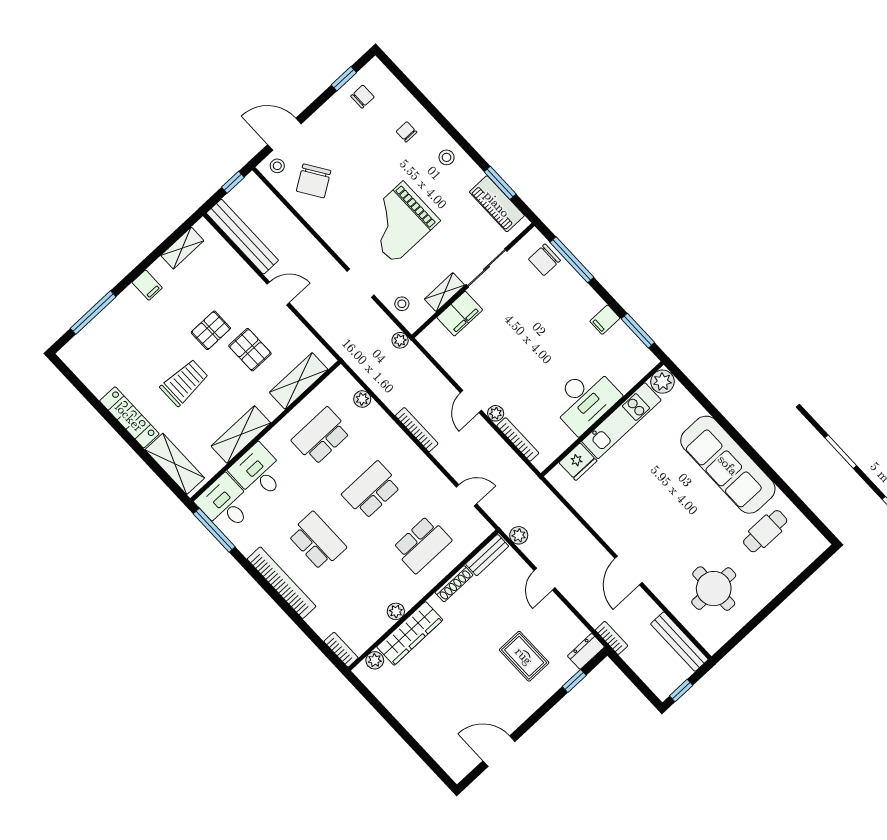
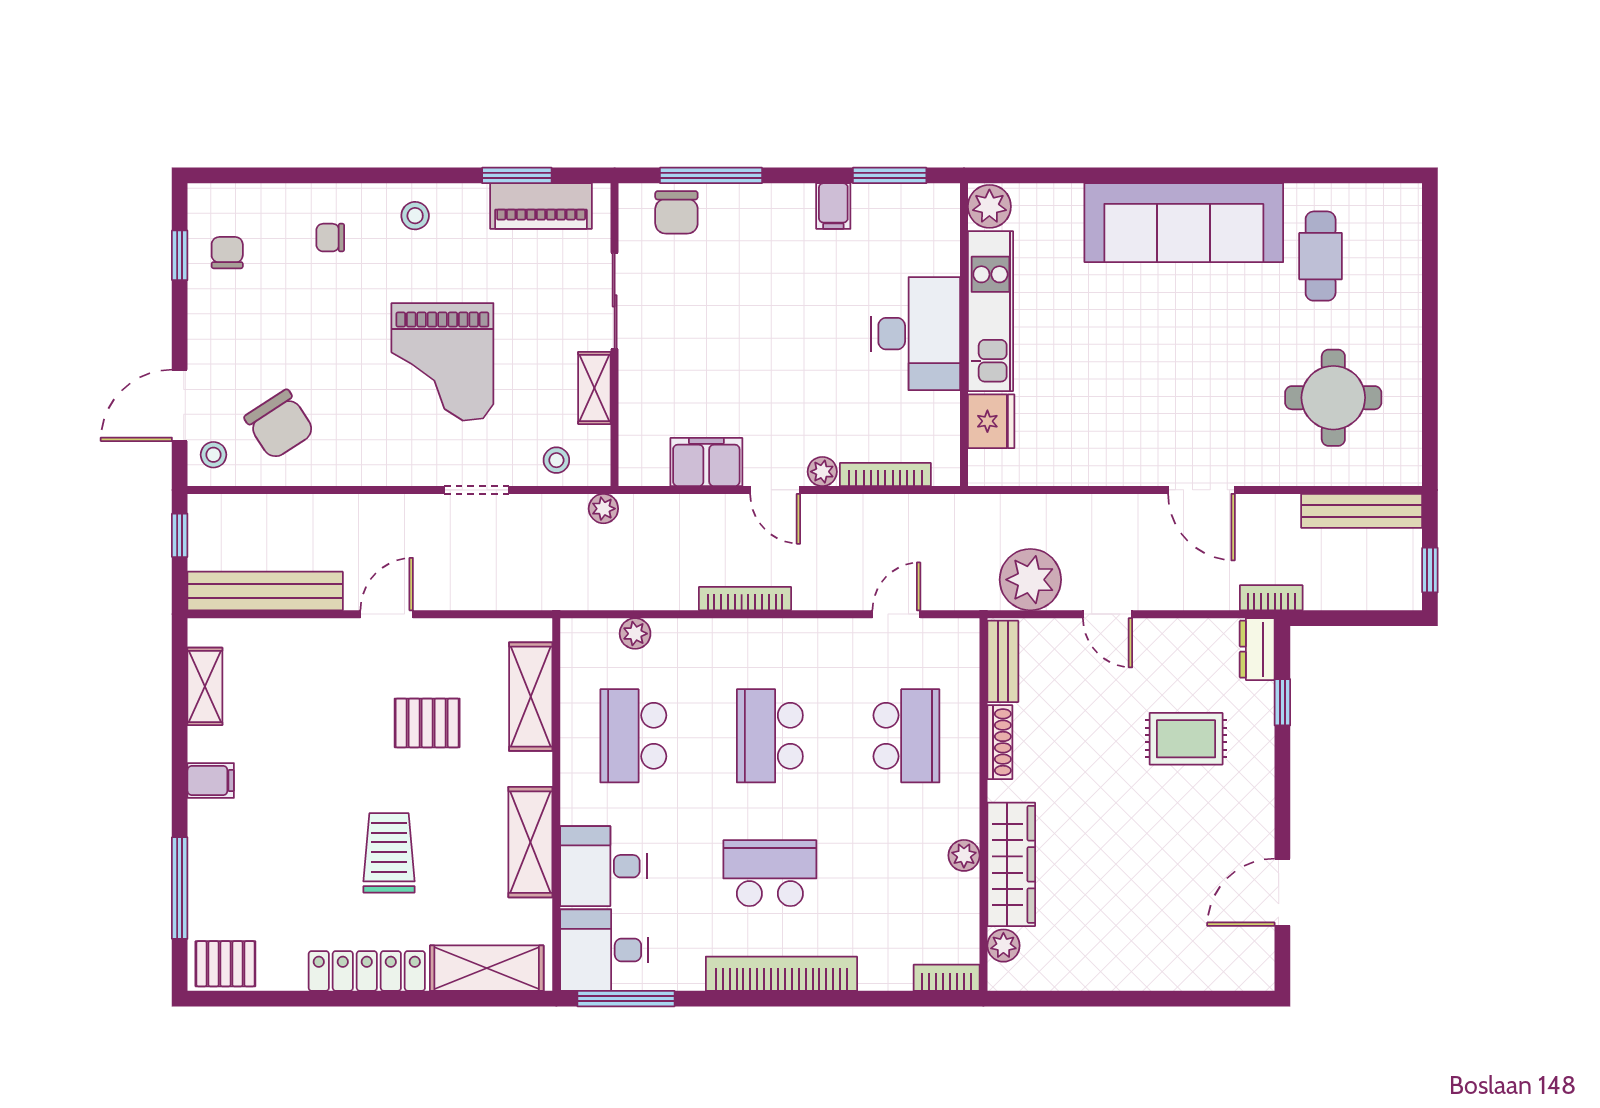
filing cabinet: (460, 314) -> (706, 462), moved, turned -90
pallet: (211, 330) -> (225, 964), moved, turned 90
plant: (519, 535) -> (1030, 580), width x1.87, depth x1.87

